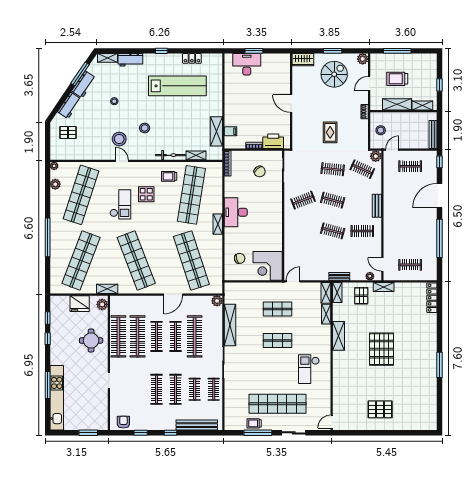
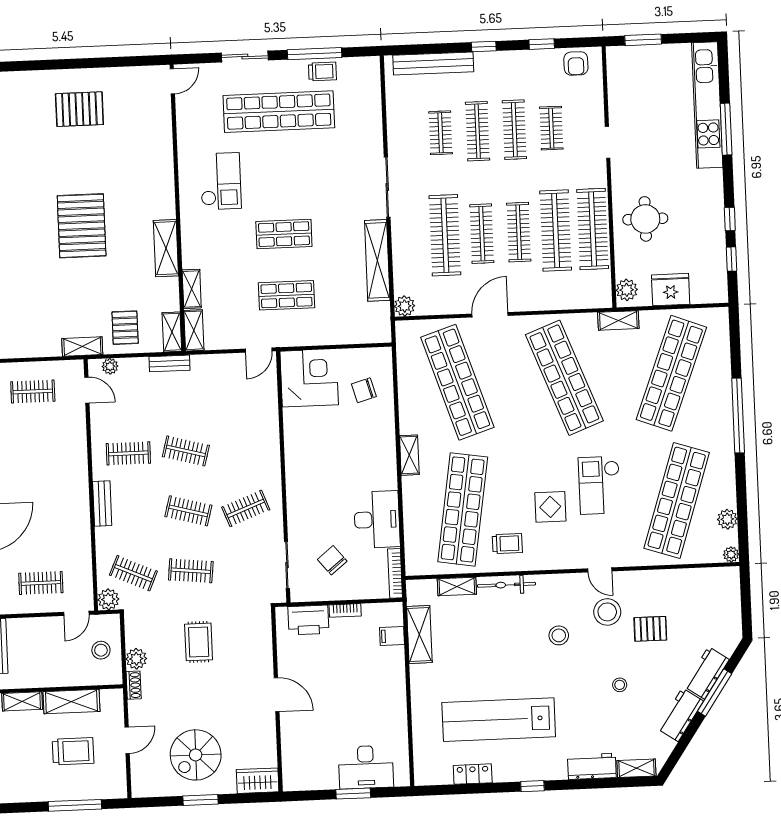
plant: (363, 59) -> (136, 659), moved
window: (80, 74) -> (715, 692), moved
pallet: (68, 132) -> (650, 629), moved
desk: (236, 212) -> (377, 519), moved
clothes rail: (214, 389) -> (551, 128), moved

